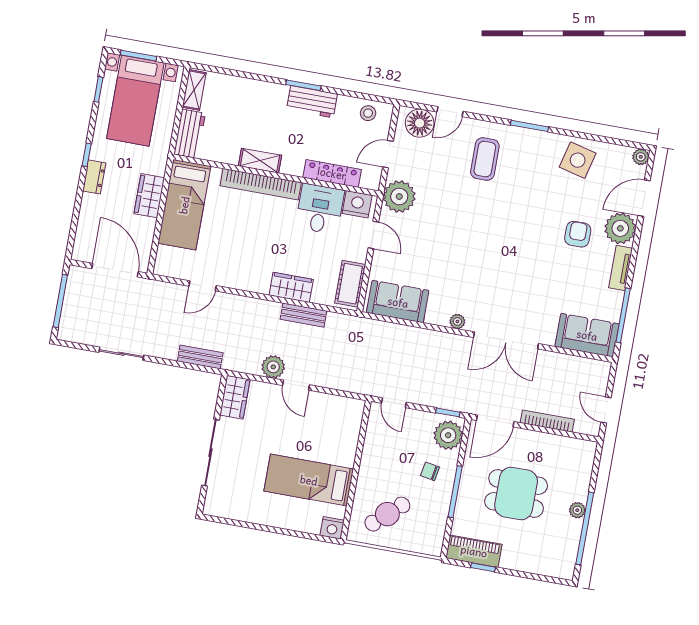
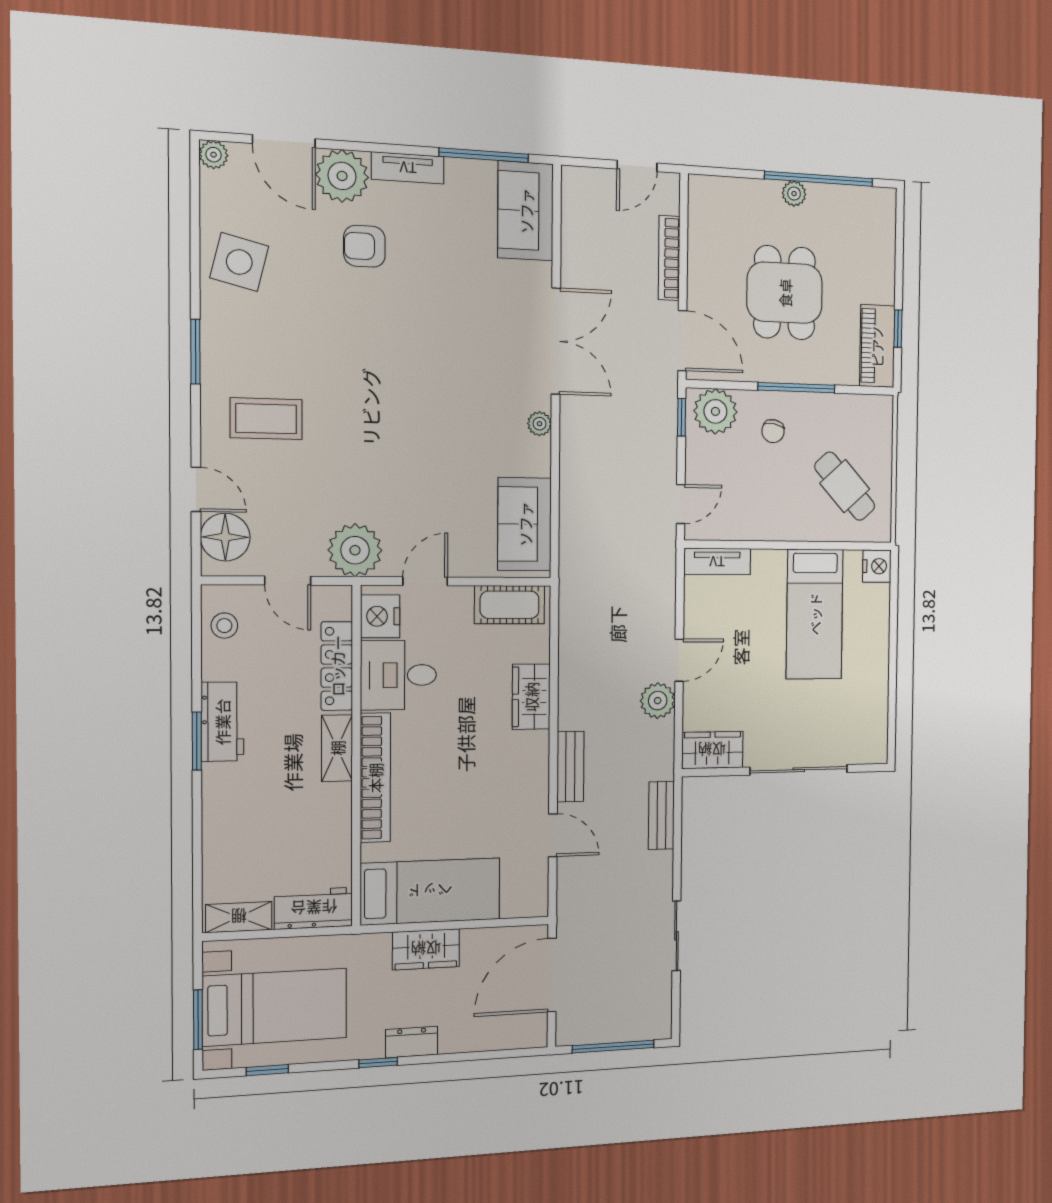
shelving: (260, 161) -> (337, 748), moved
bench: (303, 315) -> (570, 767), moved
tv unit: (354, 421) -> (717, 562), added

